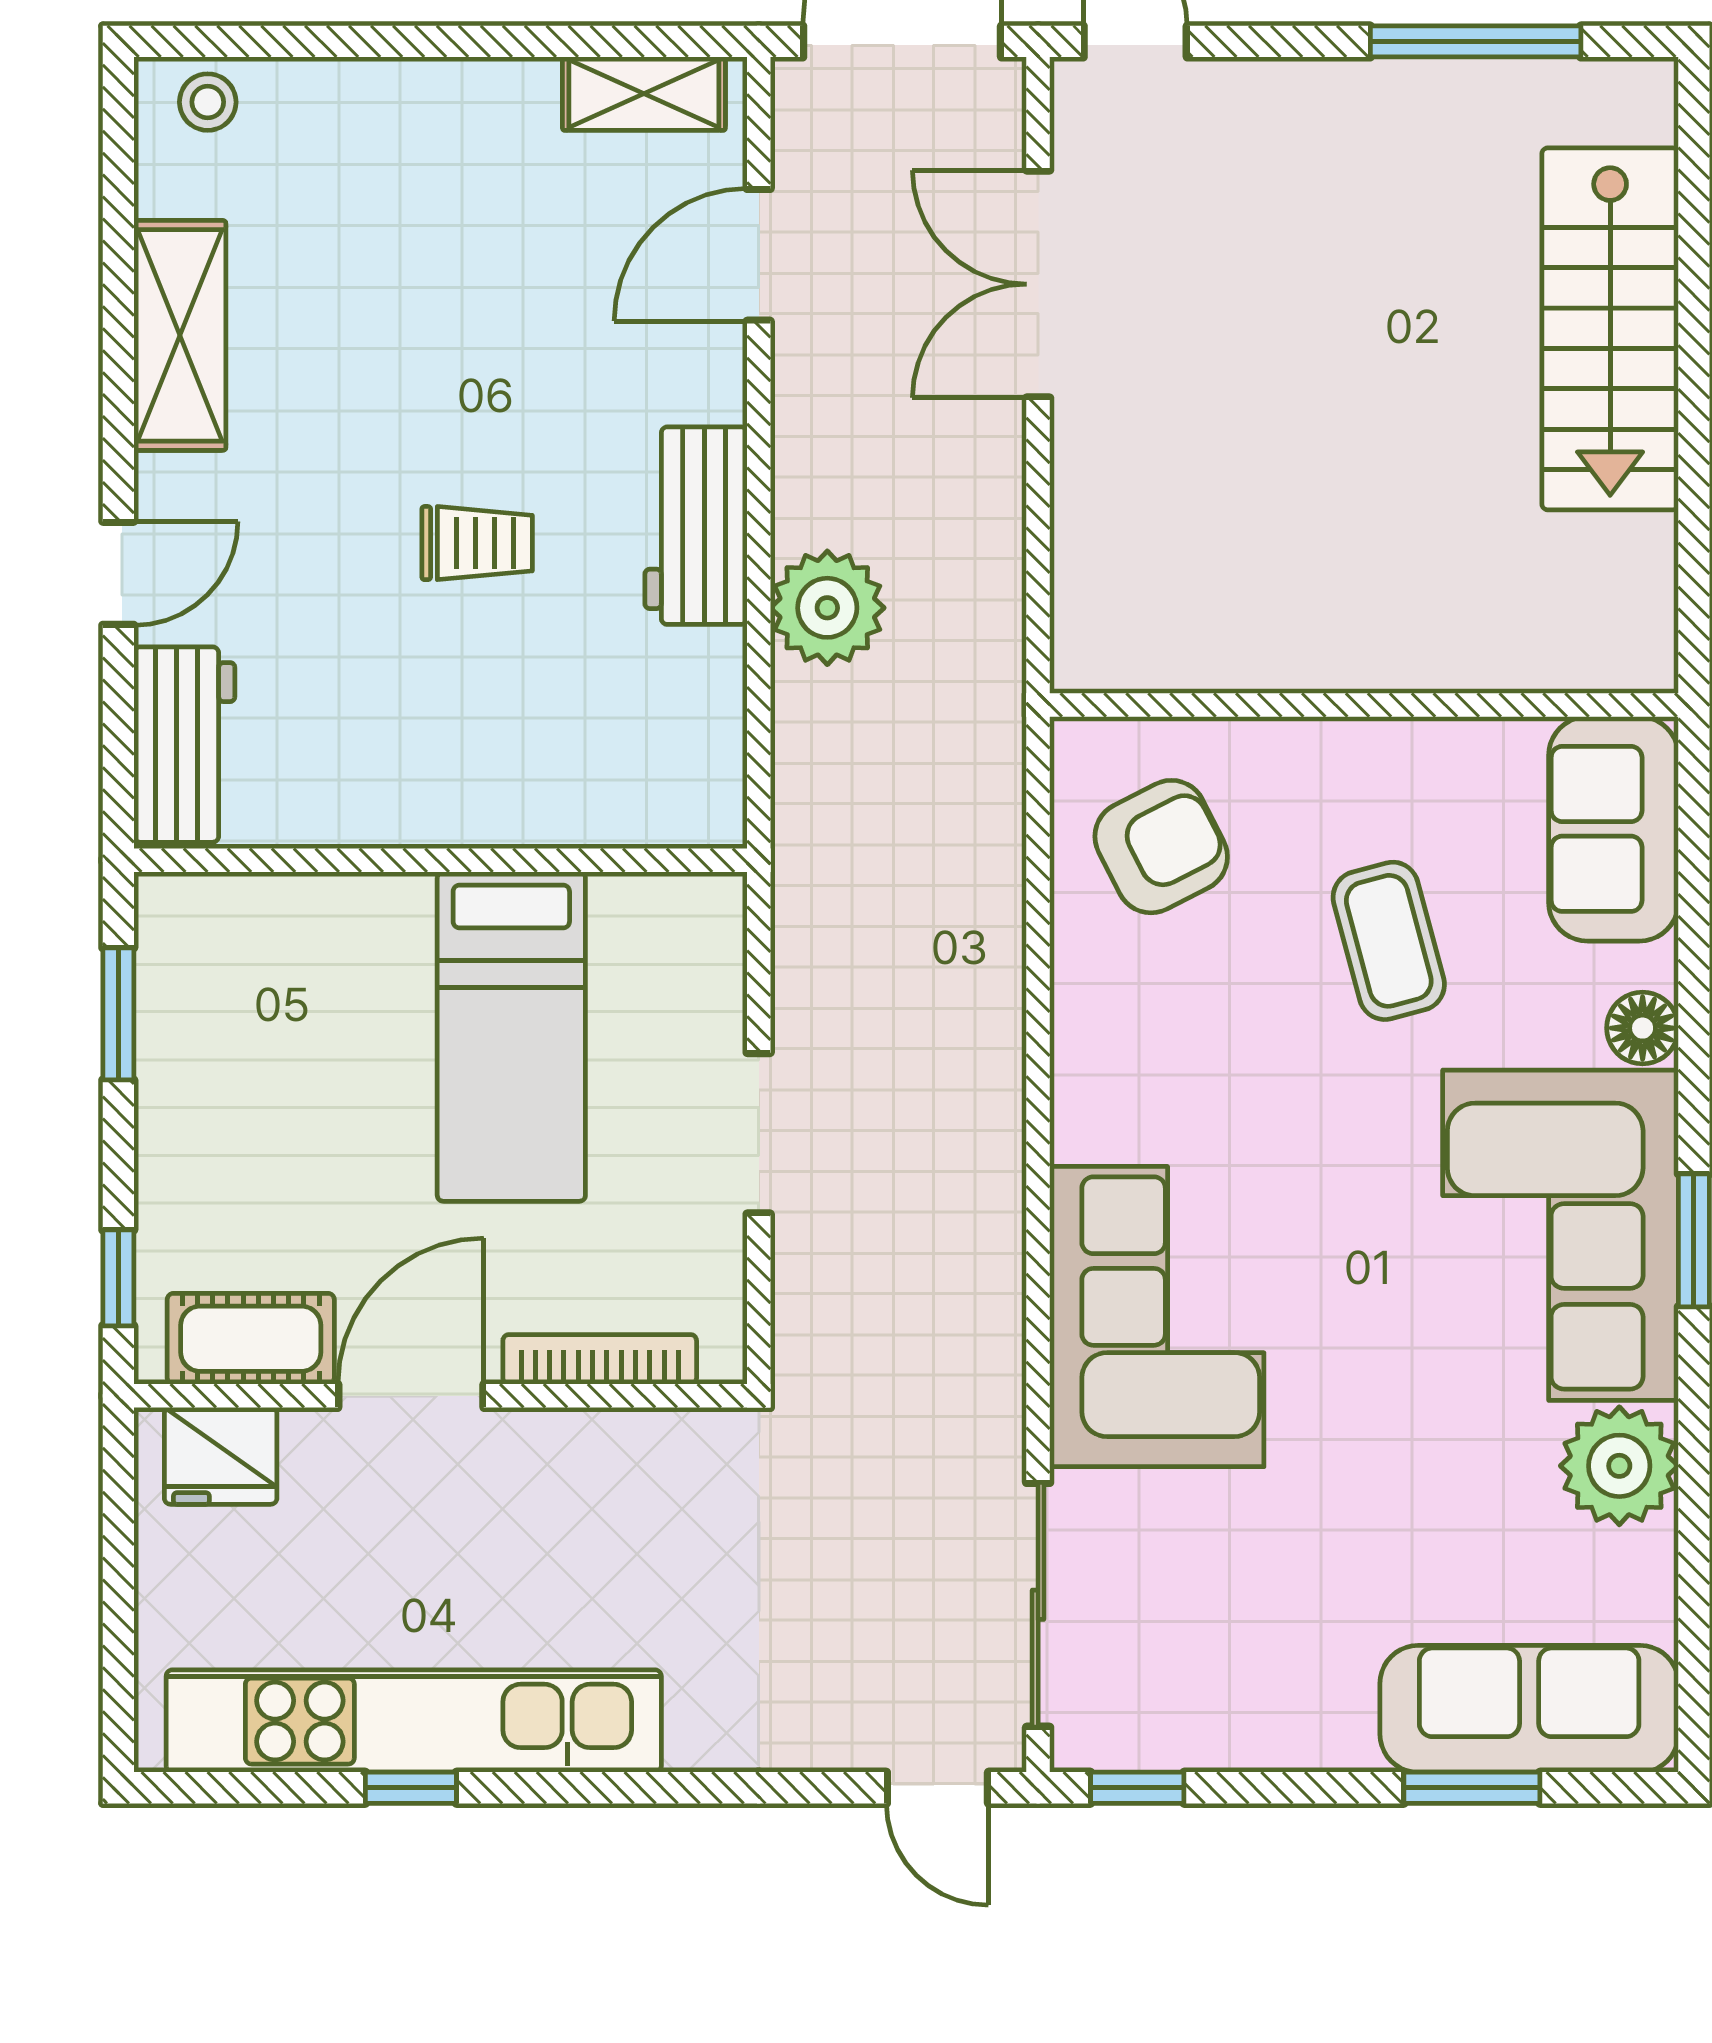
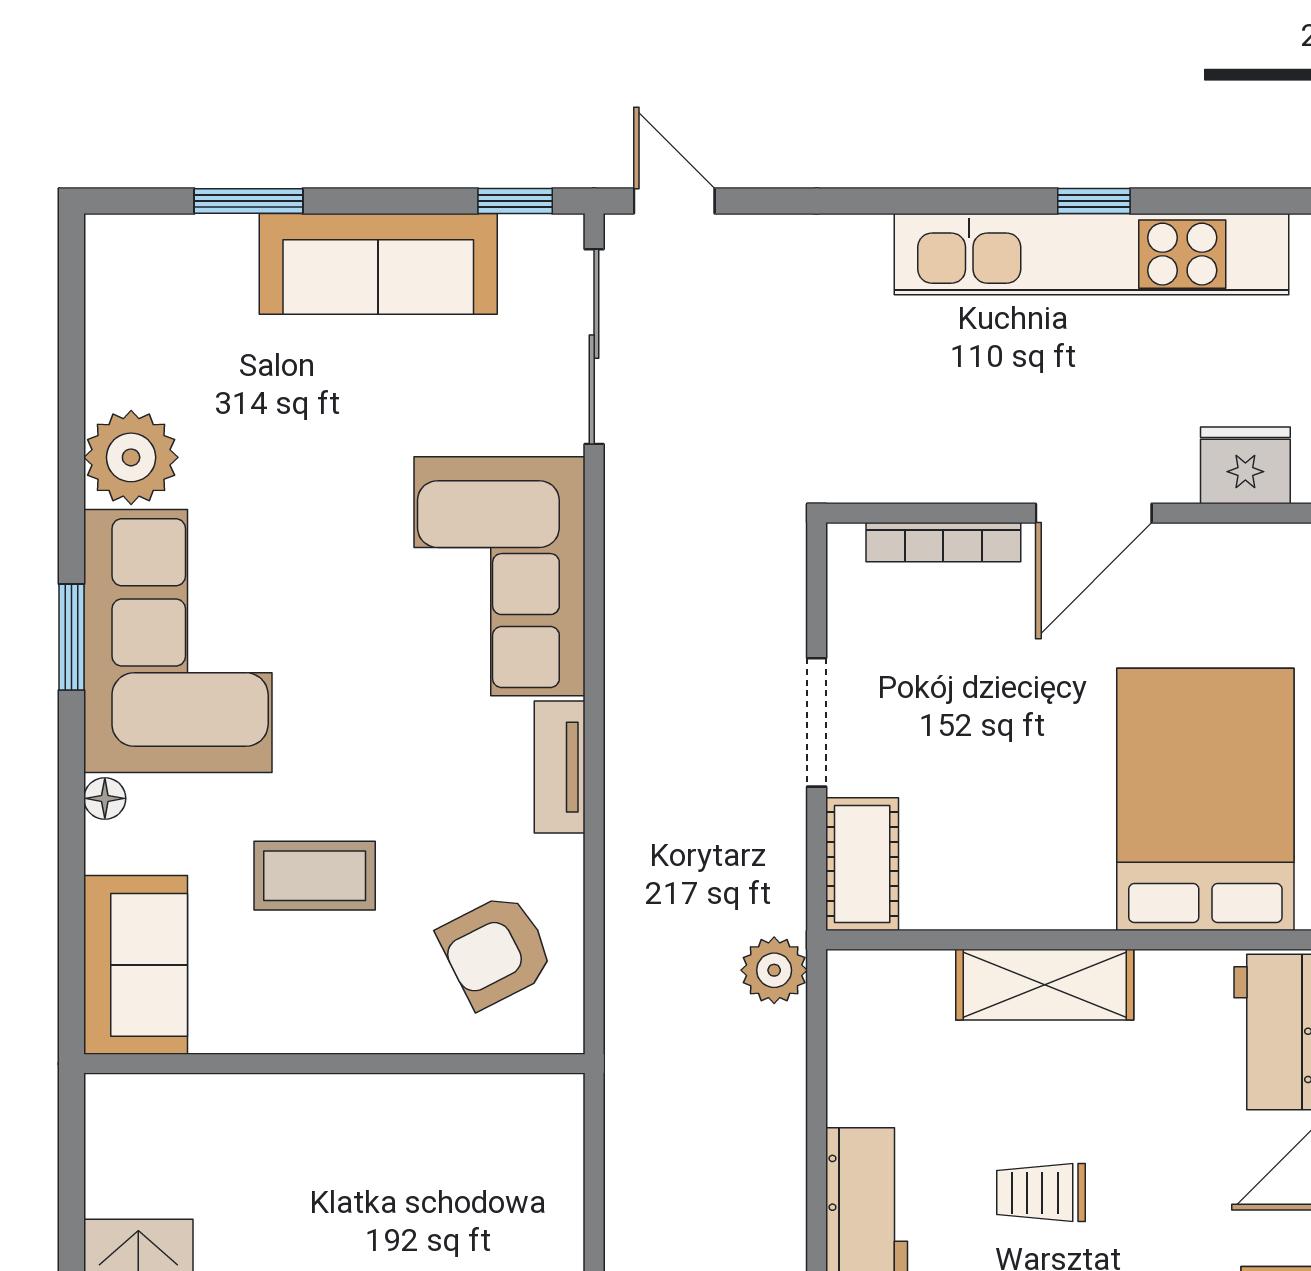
plant: (827, 608) -> (774, 970), moved, width x0.73, depth x0.73
shelving: (472, 804) -> (1045, 985), added
coffee table: (1389, 941) -> (315, 876), turned -75
floor lamp: (1643, 1028) -> (105, 798), width x0.73, depth x0.73
bed: (511, 1037) -> (1205, 799), moved, width x1.50
tv unit: (1081, 1077) -> (560, 767), added
cot: (251, 1339) -> (862, 864), moved, turned 90
sofa: (1529, 1709) -> (378, 264), moved

